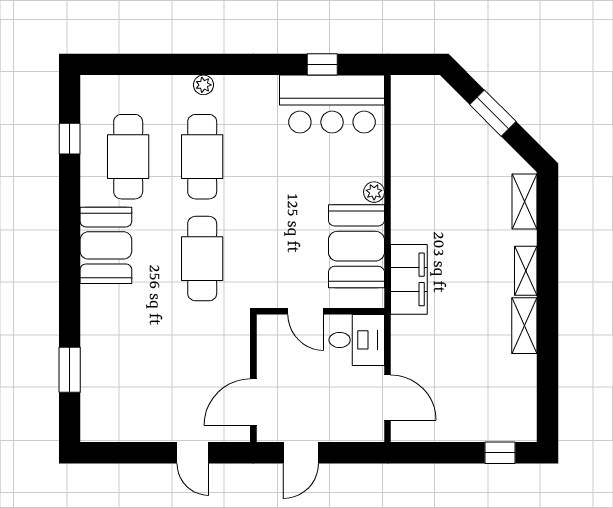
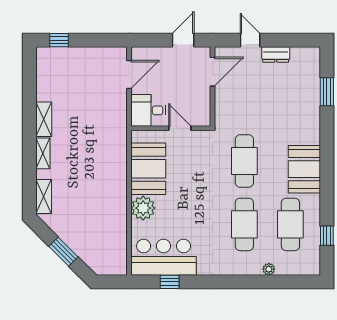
plant: (203, 85) -> (269, 269), moved
plant: (374, 192) -> (143, 208), width x1.87, depth x1.87
filing cabinet: (409, 279) -> (116, 148), removed
door: (388, 398) -> (129, 74), swing flipped
dresser: (152, 430) -> (276, 54), added

